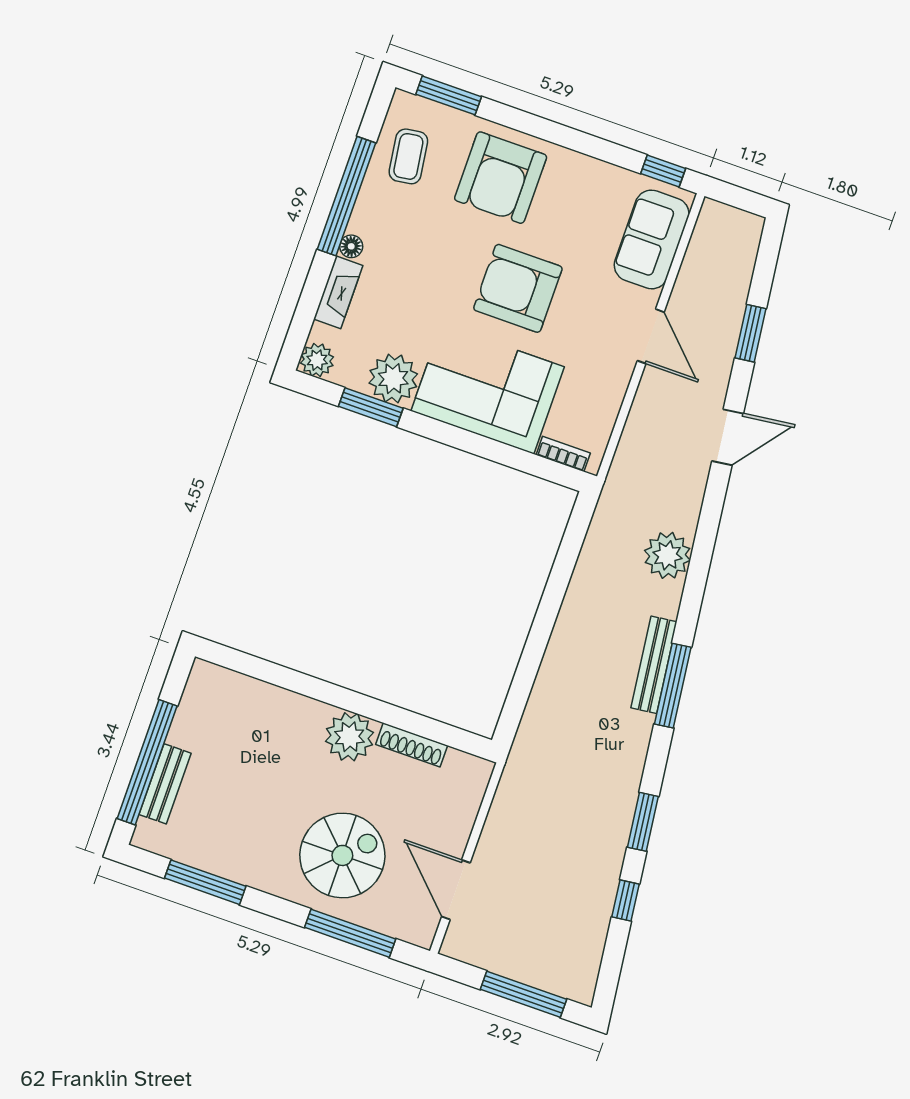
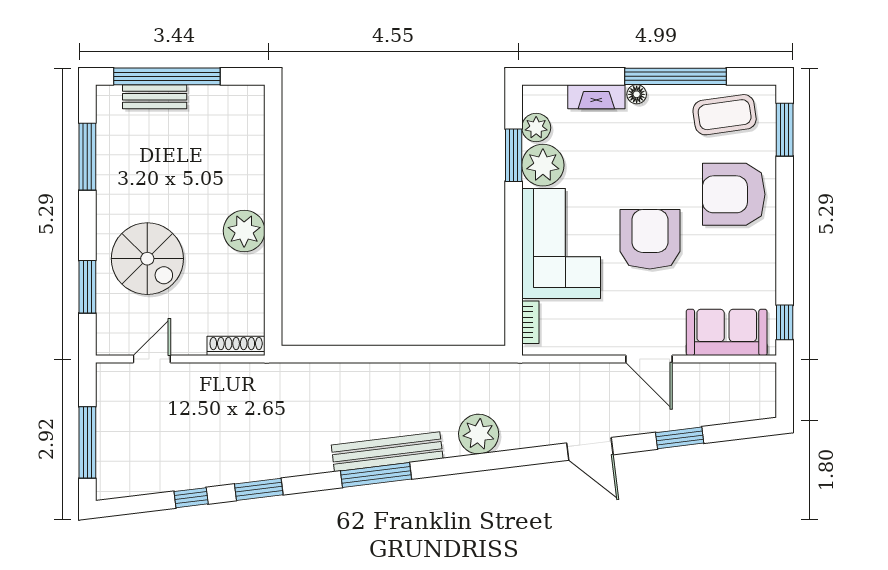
coffee table: (408, 156) -> (725, 115), width x1.36, depth x1.30
door: (651, 336) -> (649, 359), hinge flipped
plant: (317, 360) -> (536, 128), moved
bench: (654, 665) -> (387, 452), width x1.37, depth x1.21
shoe rack: (412, 745) -> (236, 346), moved, turned 90
door: (456, 890) -> (152, 359), width x0.73
window: (350, 933) -> (87, 287), width x0.69

